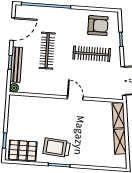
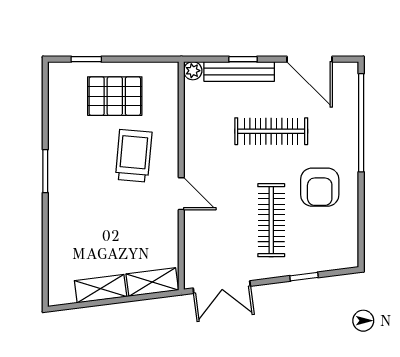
armchair: (98, 26) -> (320, 187), moved
door: (75, 98) -> (181, 194), hinge flipped
trolley: (57, 148) -> (134, 156), moved
pallet: (23, 150) -> (115, 96), moved, turned 90

